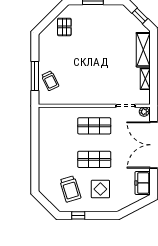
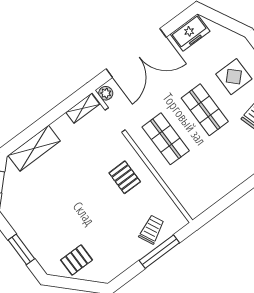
shelving: (145, 79) -> (83, 108), moved
pallet: (90, 88) -> (125, 177), added

